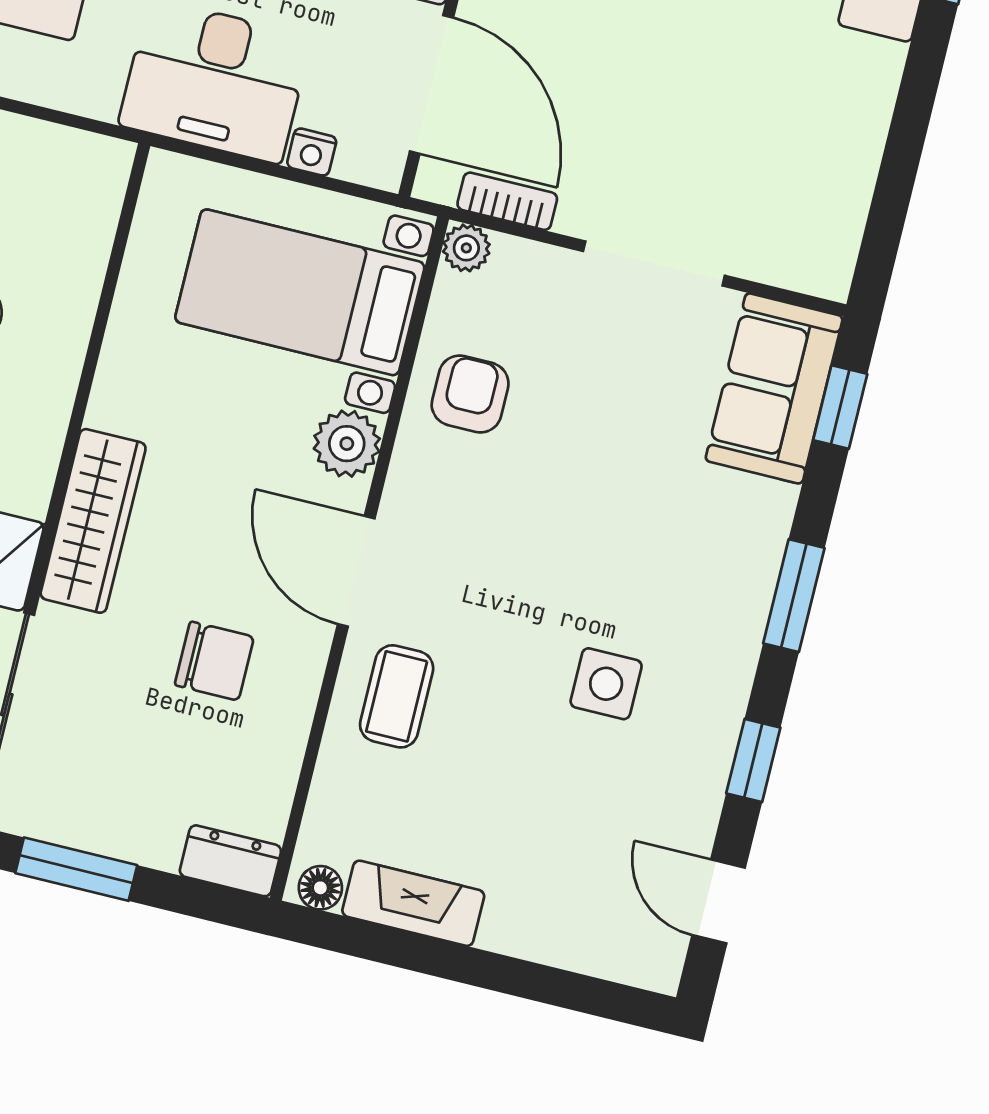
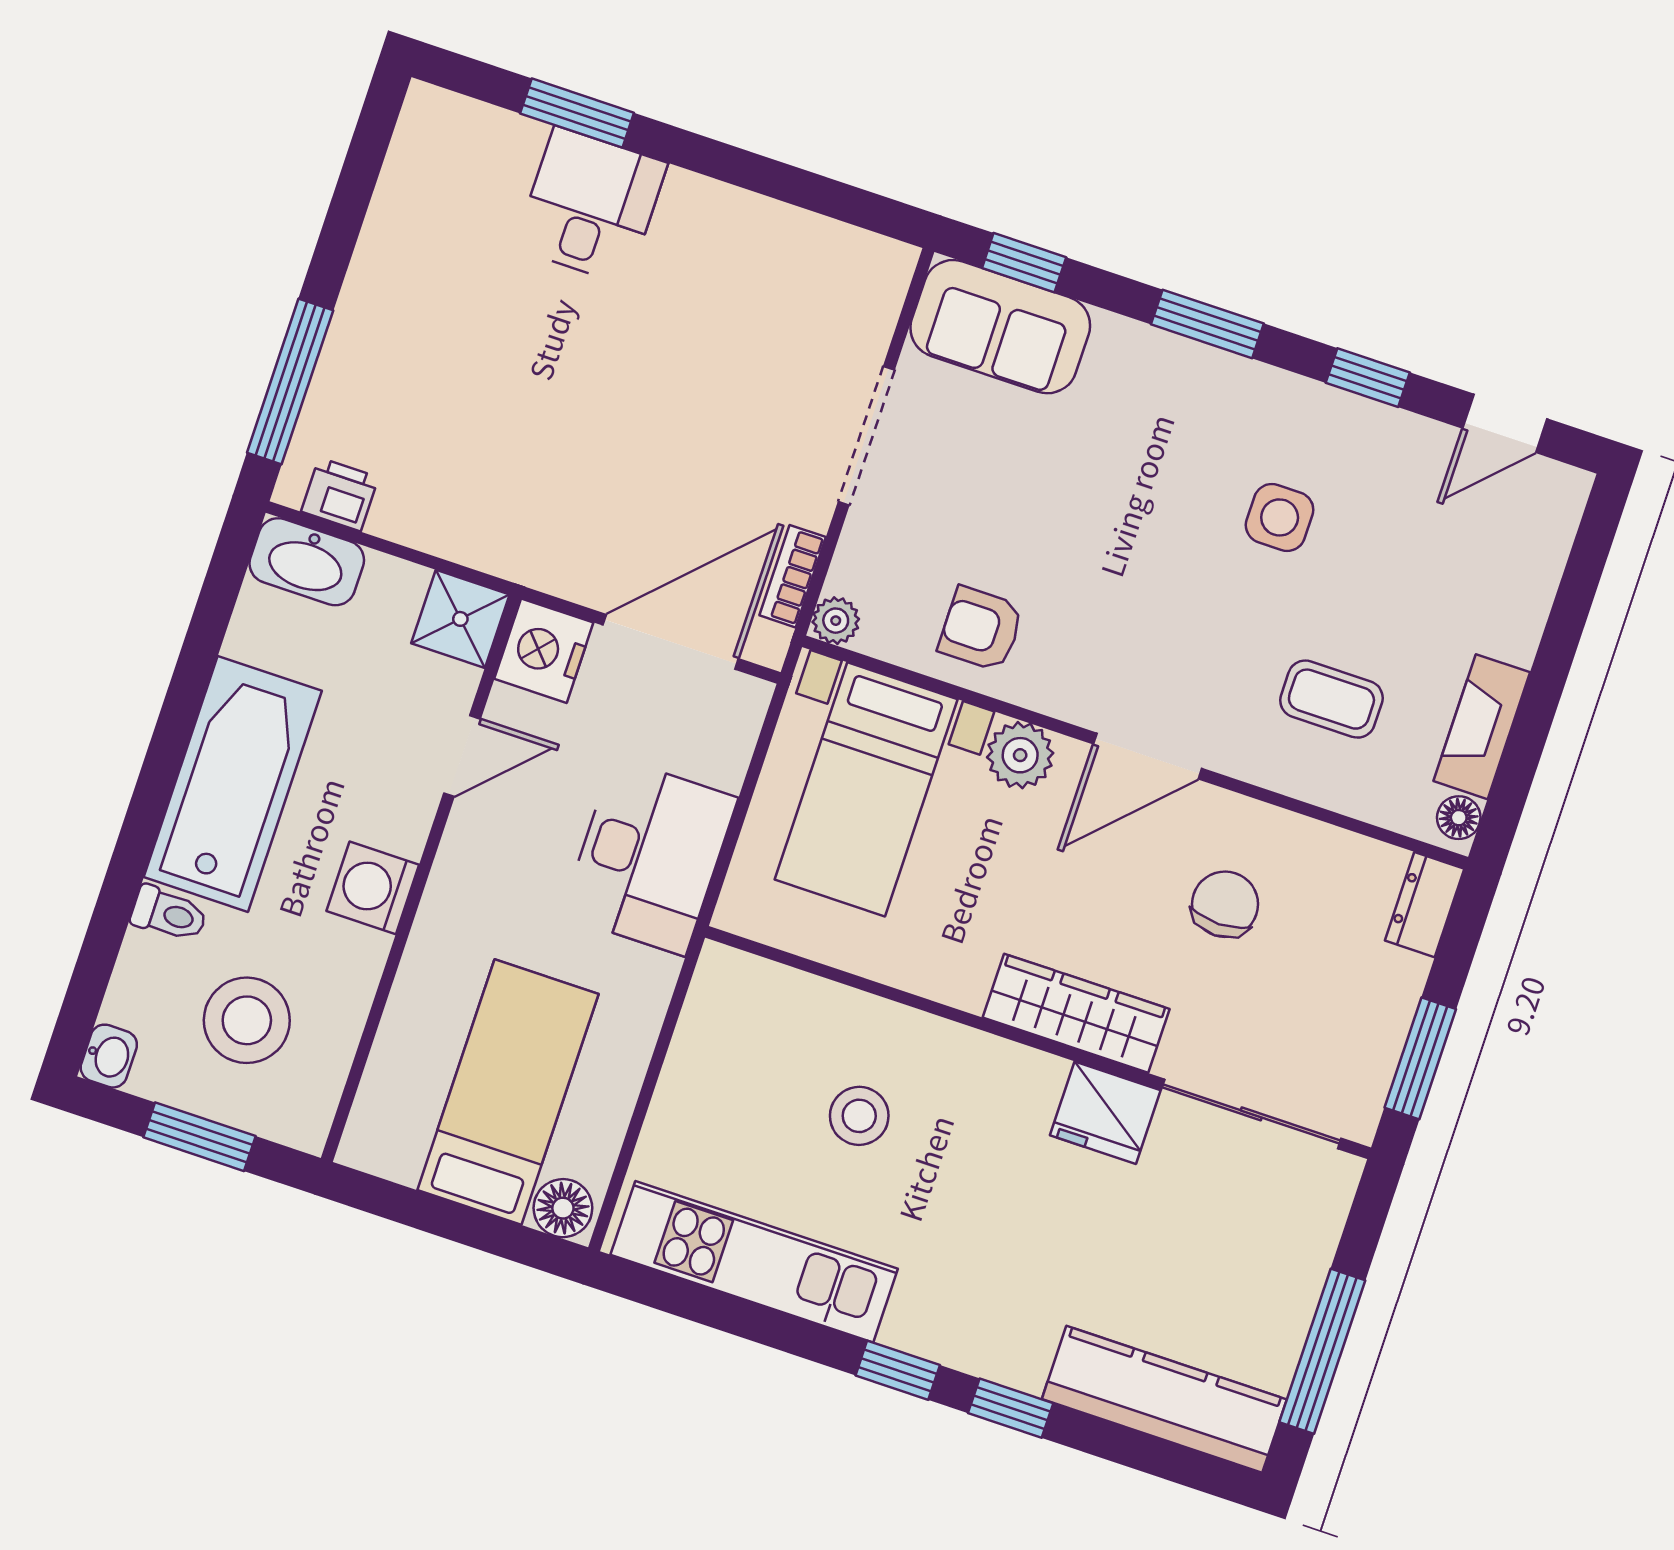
nightstand: (312, 152) -> (728, 766), removed
coffee table: (397, 696) -> (1331, 699), moved

